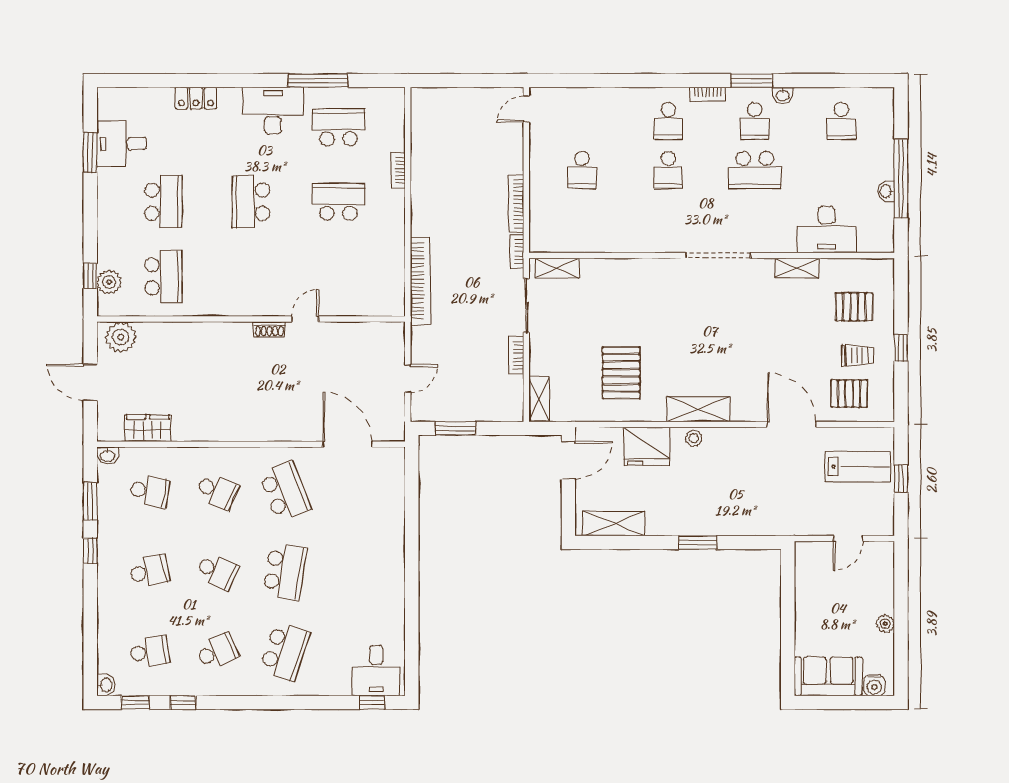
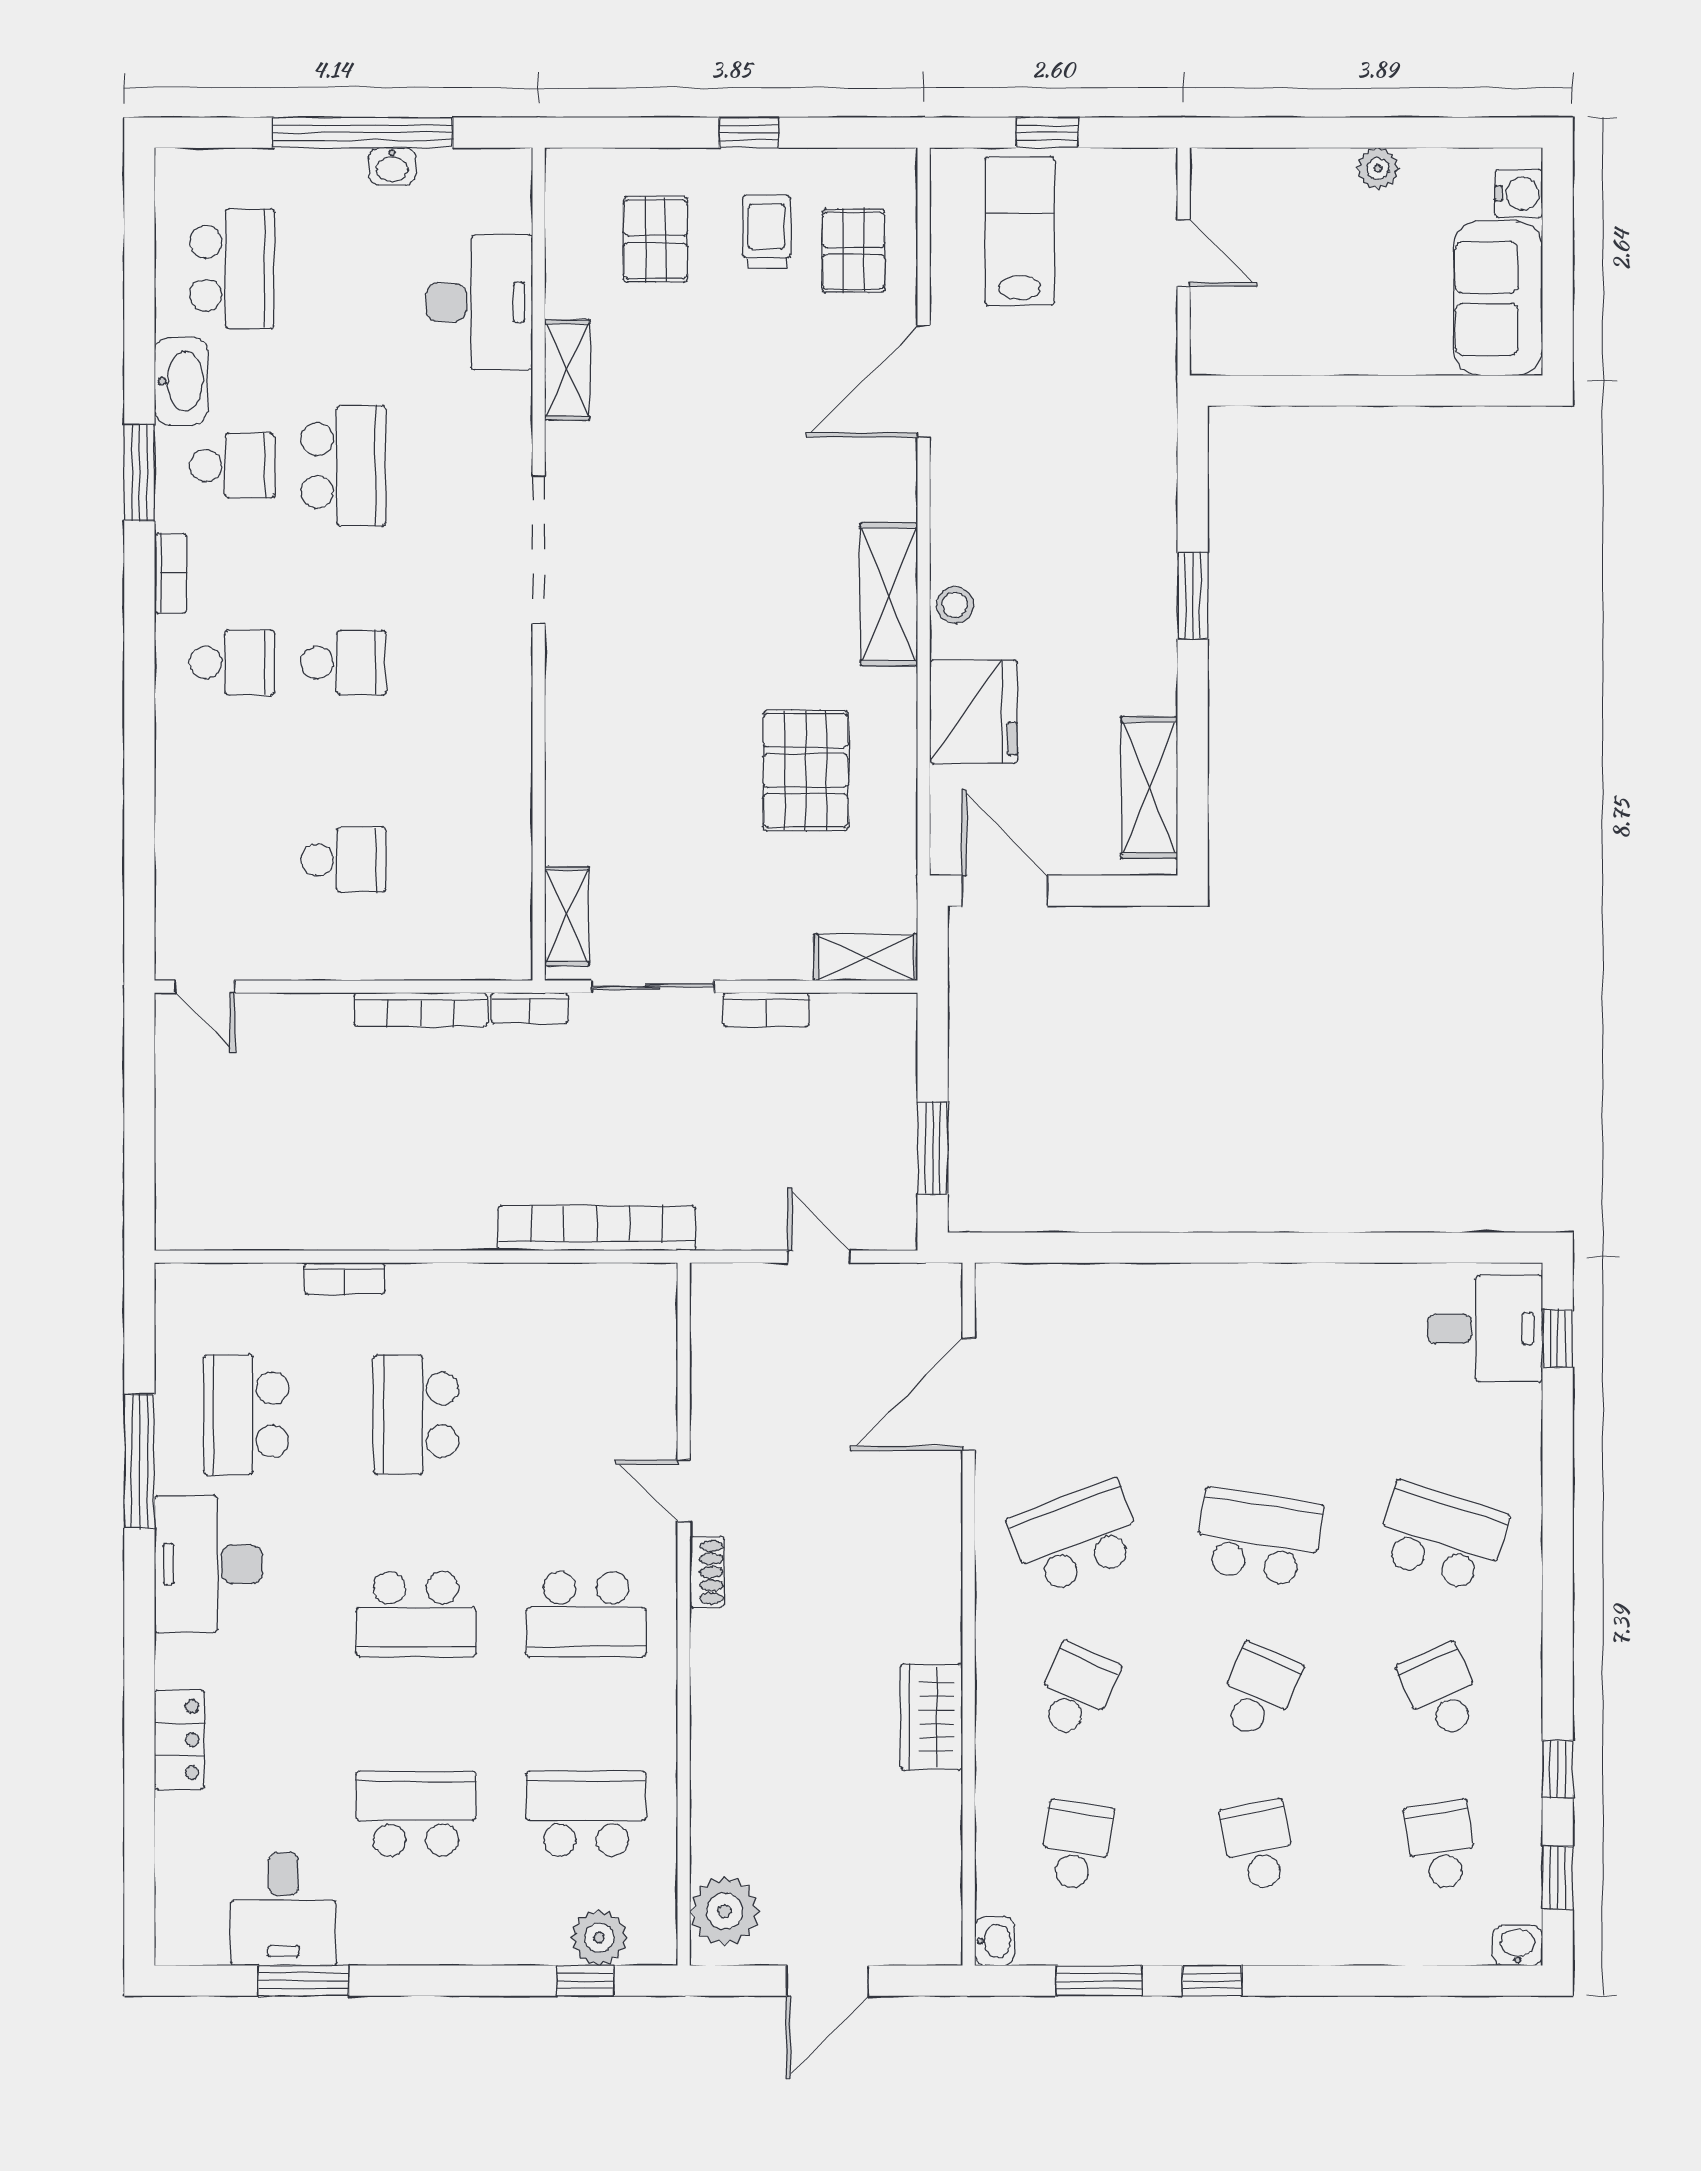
washbasin: (783, 95) -> (181, 381), width x1.91, depth x1.45
school desk: (841, 121) -> (232, 269), width x1.85
school desk: (251, 276) -> (586, 1614), added
pallet: (621, 373) -> (806, 770), turned 90
wardrobe: (148, 428) -> (932, 1717), moved

